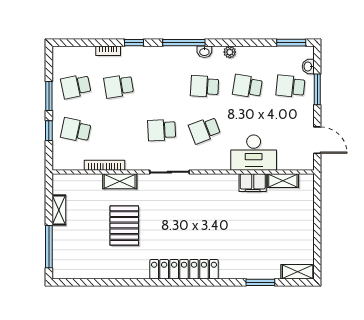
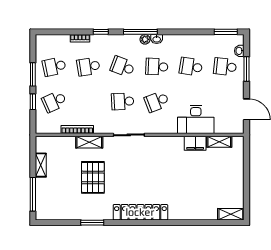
plant: (230, 52) -> (145, 39), moved
school desk: (162, 86) -> (123, 67), added
school desk: (76, 130) -> (54, 101), turned -36
window: (260, 282) -> (92, 223), moved

